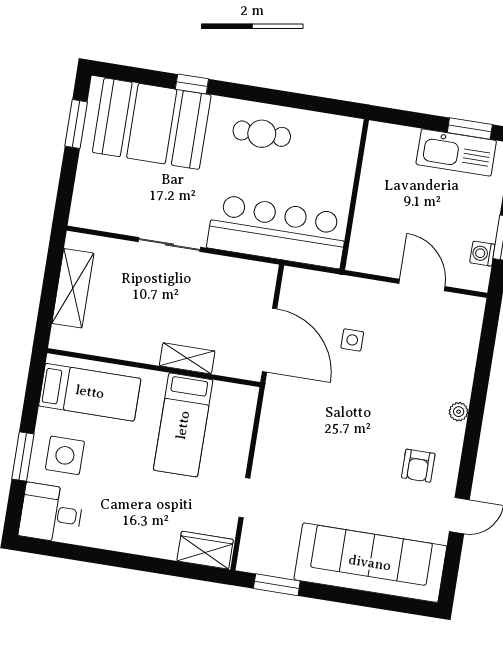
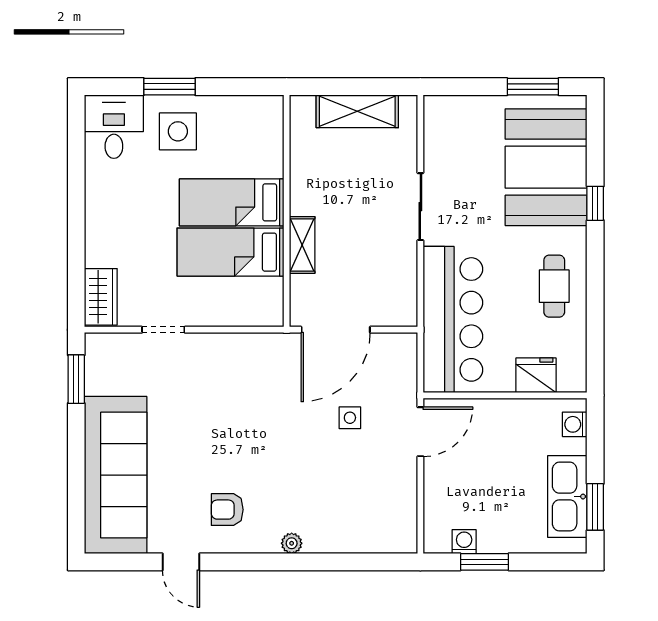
washing machine: (391, 135) -> (575, 424), added
fridge: (341, 163) -> (536, 375), added
door: (422, 285) -> (420, 432), moved
bed: (90, 392) -> (232, 202), moved, turned 90

